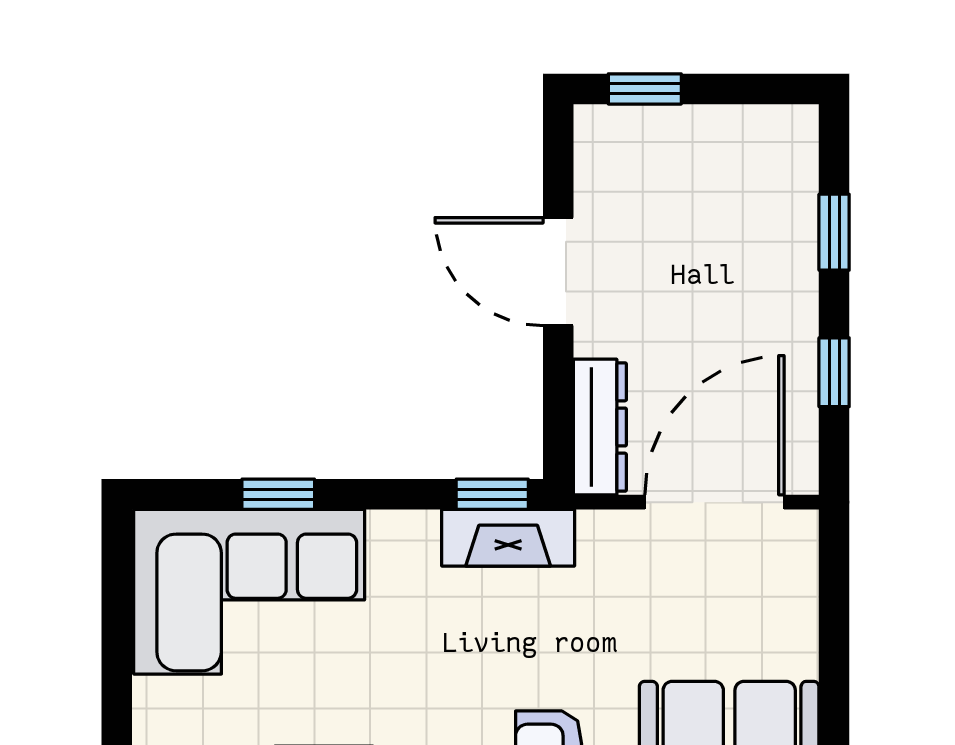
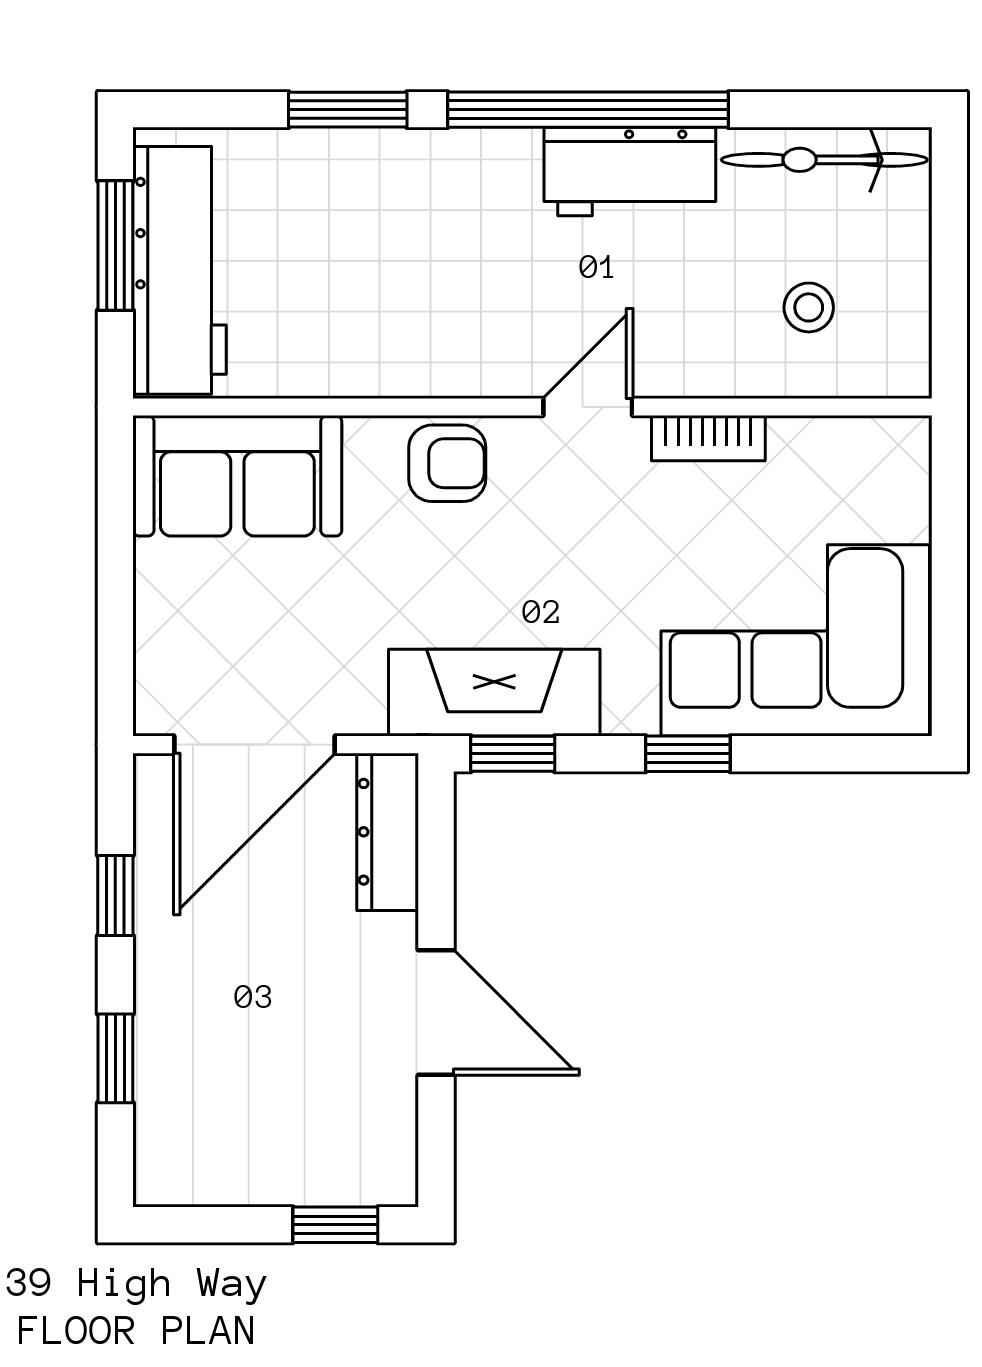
window: (278, 494) -> (688, 754), moved
fireplace: (508, 538) -> (494, 693), width x1.37, depth x1.32

